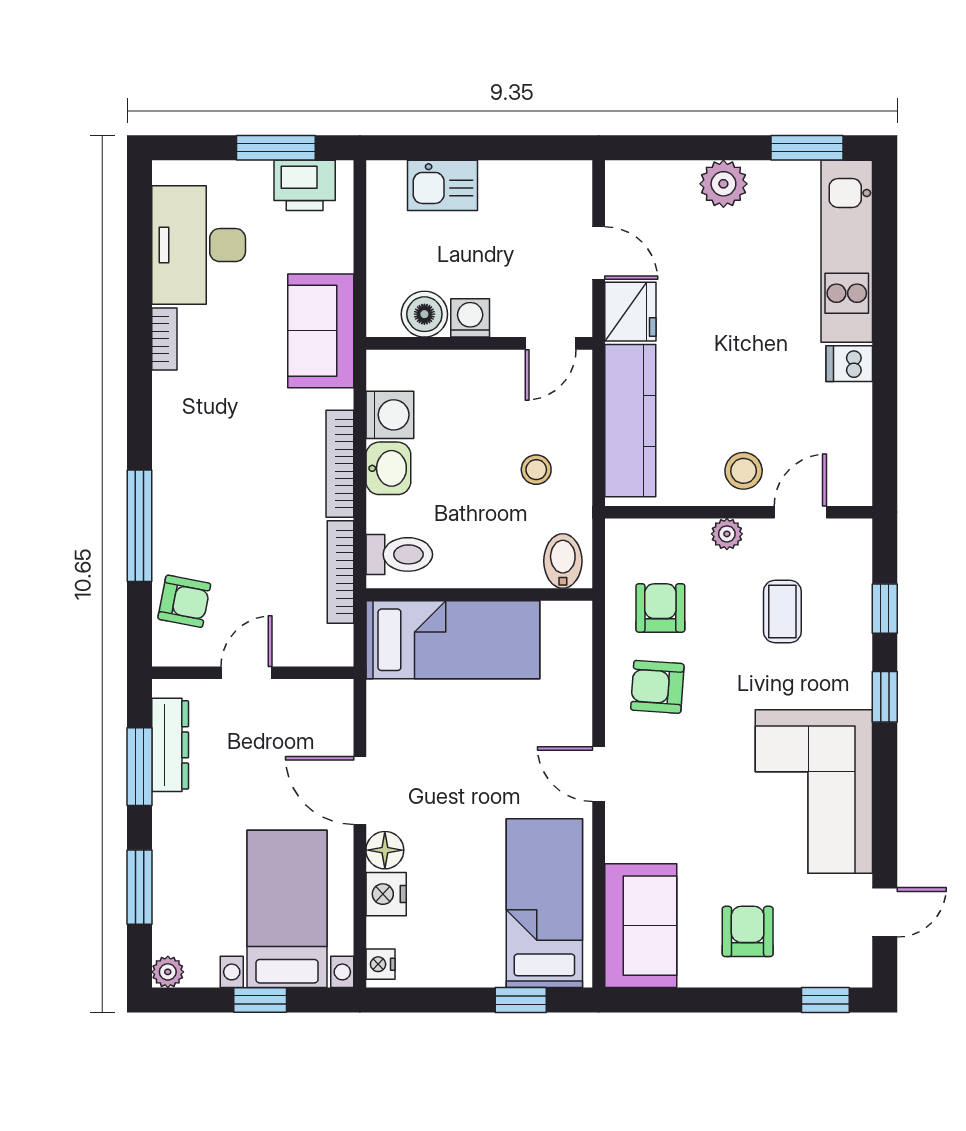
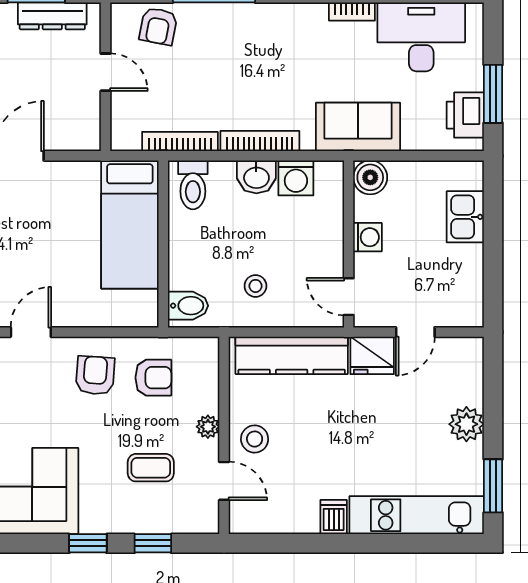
boiler: (424, 314) -> (370, 177), moved

